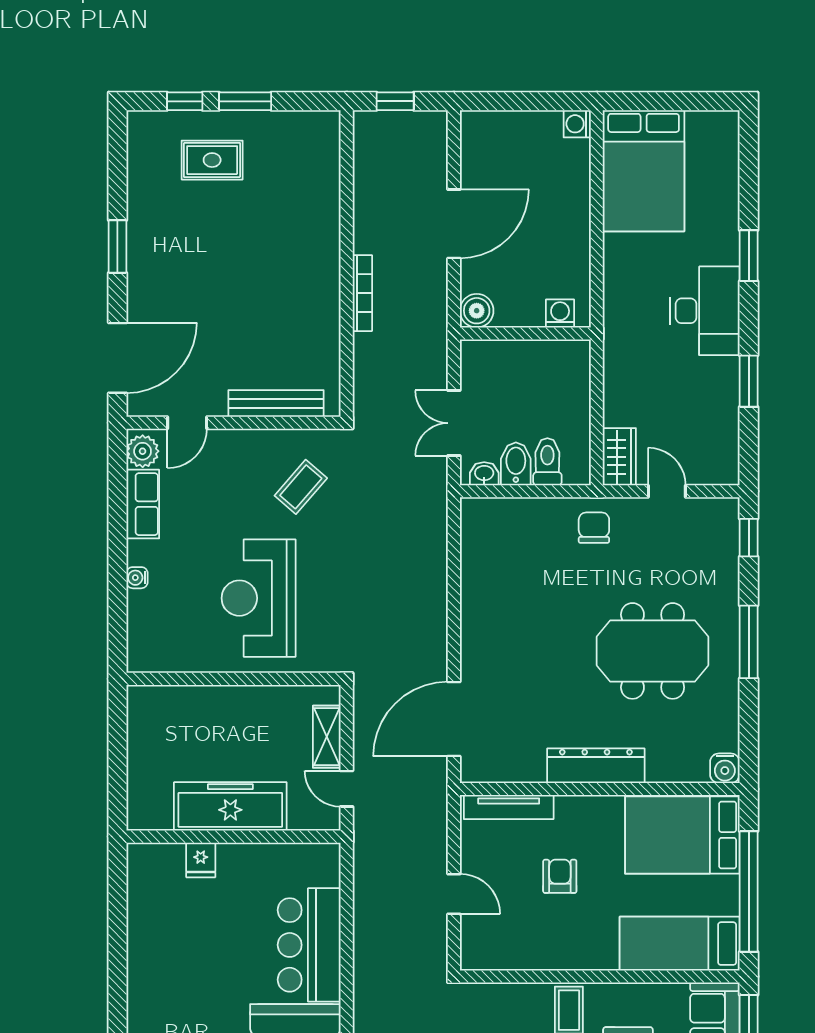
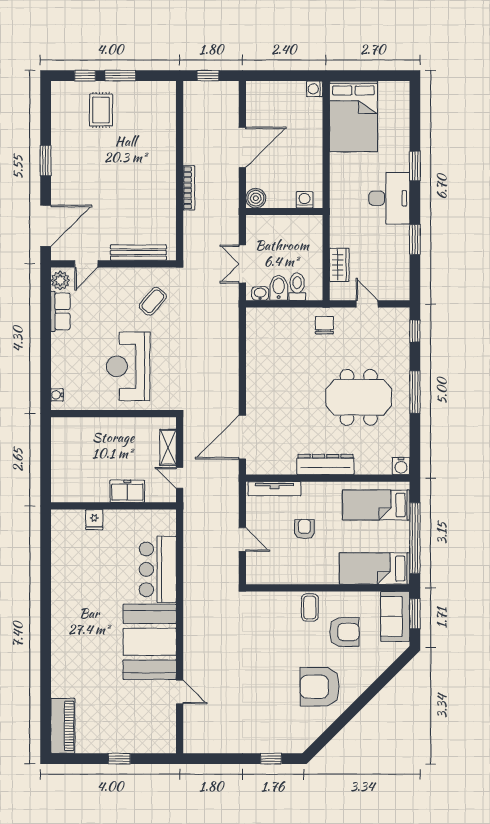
rug: (212, 160) -> (101, 110), turned 90
wardrobe: (619, 457) -> (339, 265), moved
water cooler: (137, 578) -> (57, 395), moved
freezer: (230, 806) -> (127, 491), width x0.52, depth x0.79
bed: (682, 835) -> (376, 505), width x0.67

